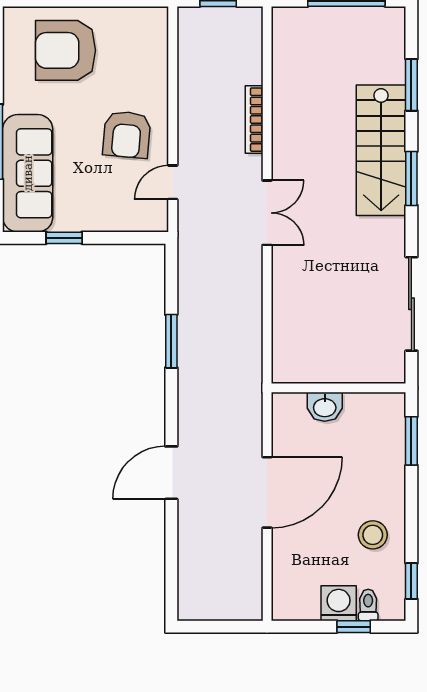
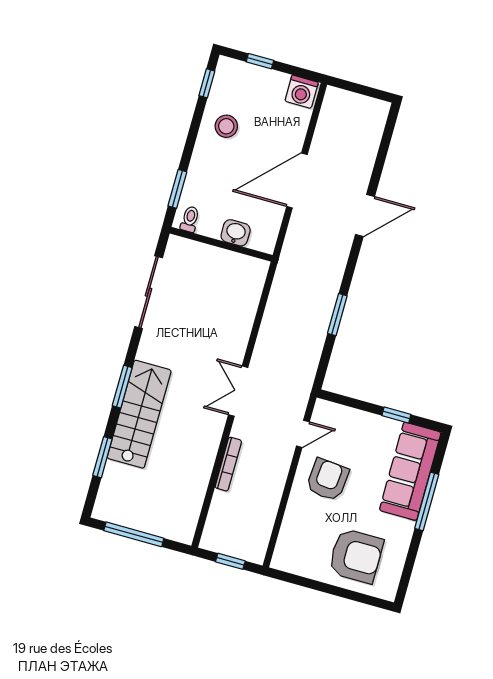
washing machine: (339, 603) -> (302, 92), moved
toilet: (368, 605) -> (190, 219), moved, turned 180

